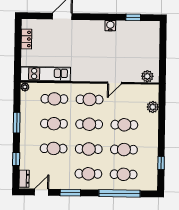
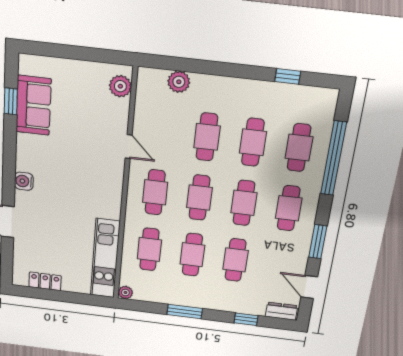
water cooler: (110, 26) -> (24, 181), moved
sofa: (132, 30) -> (33, 105), added

